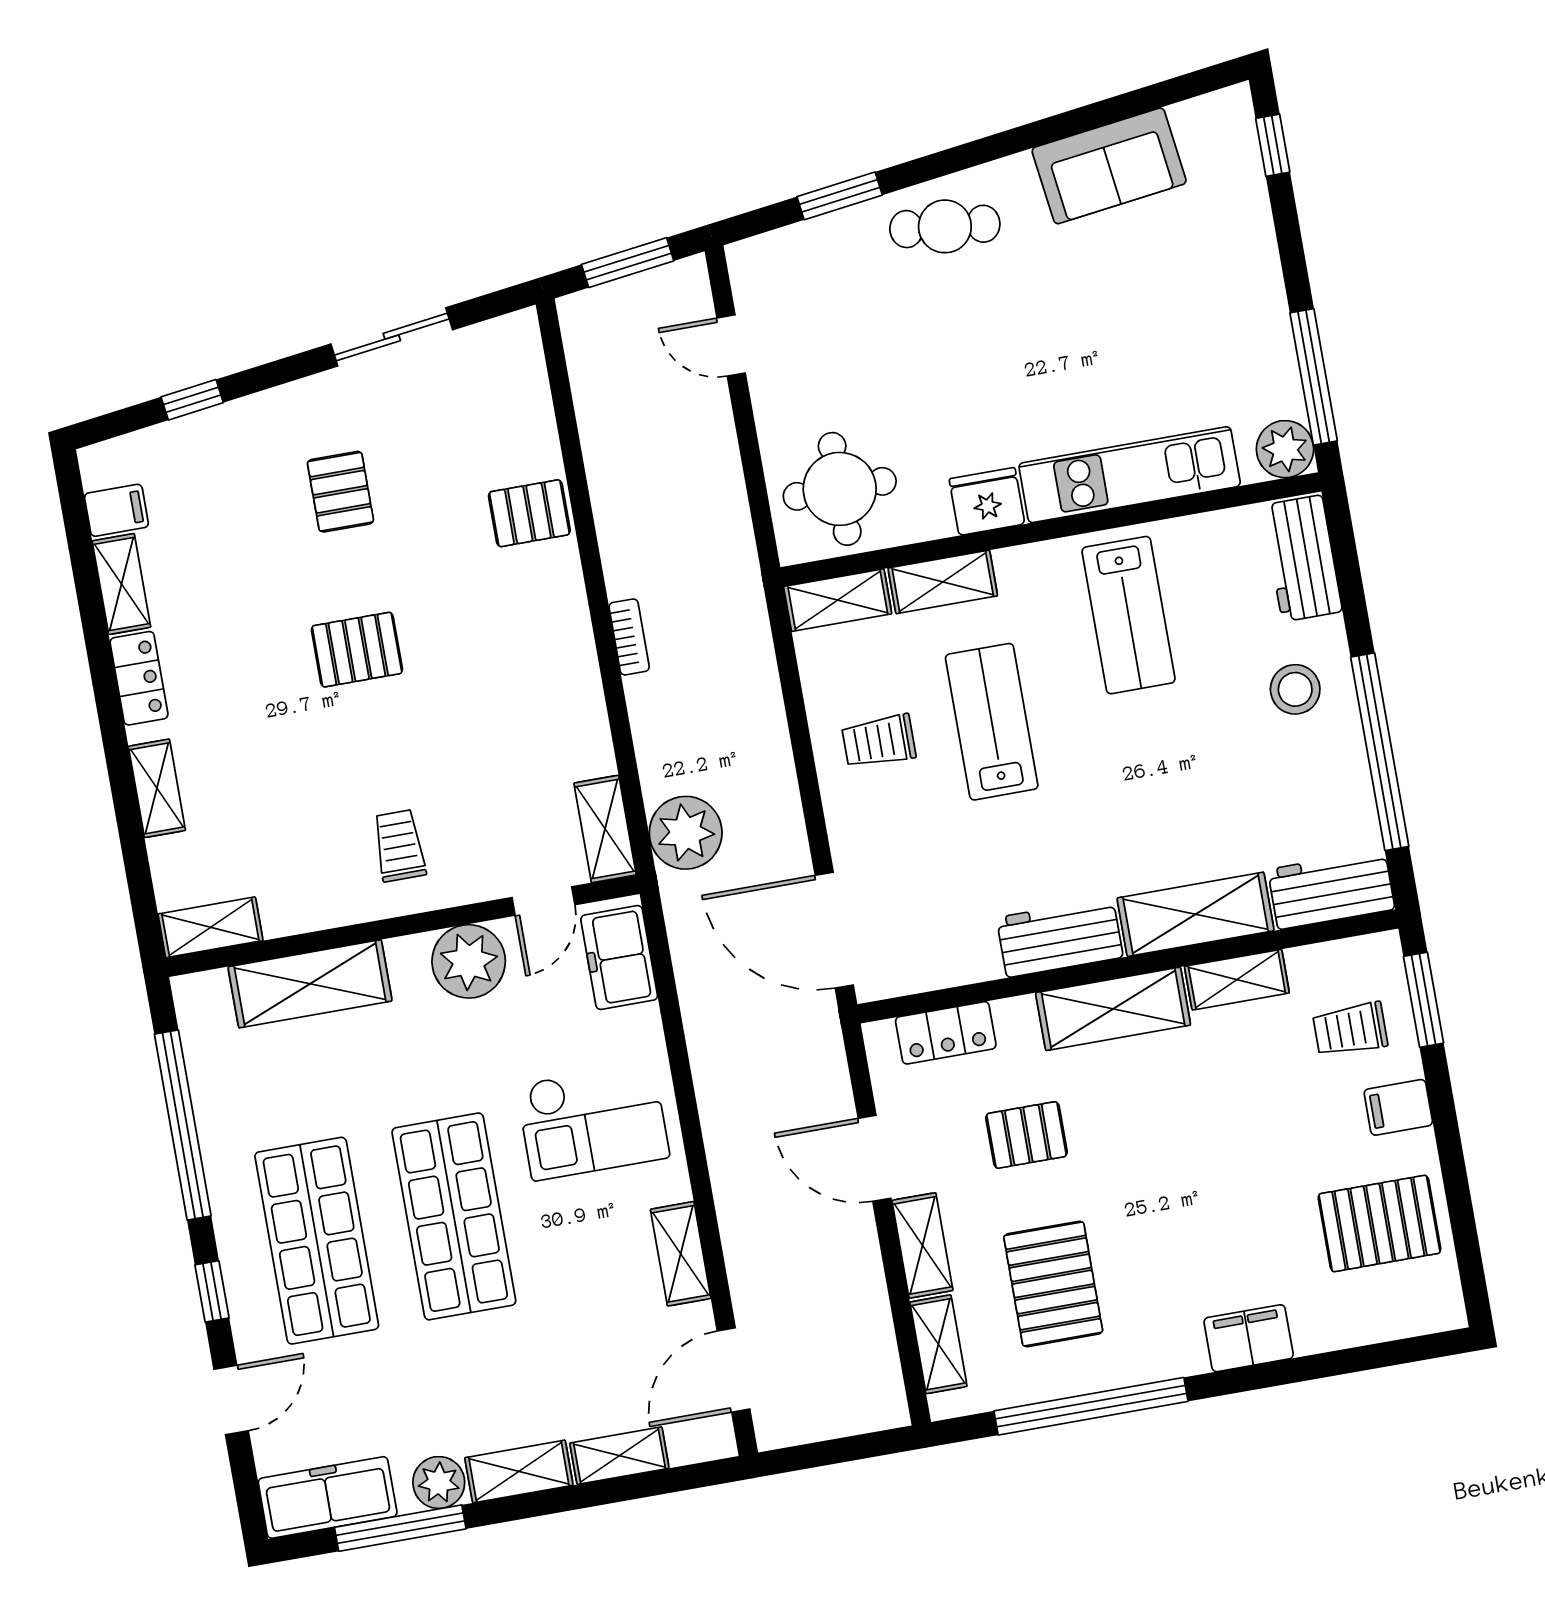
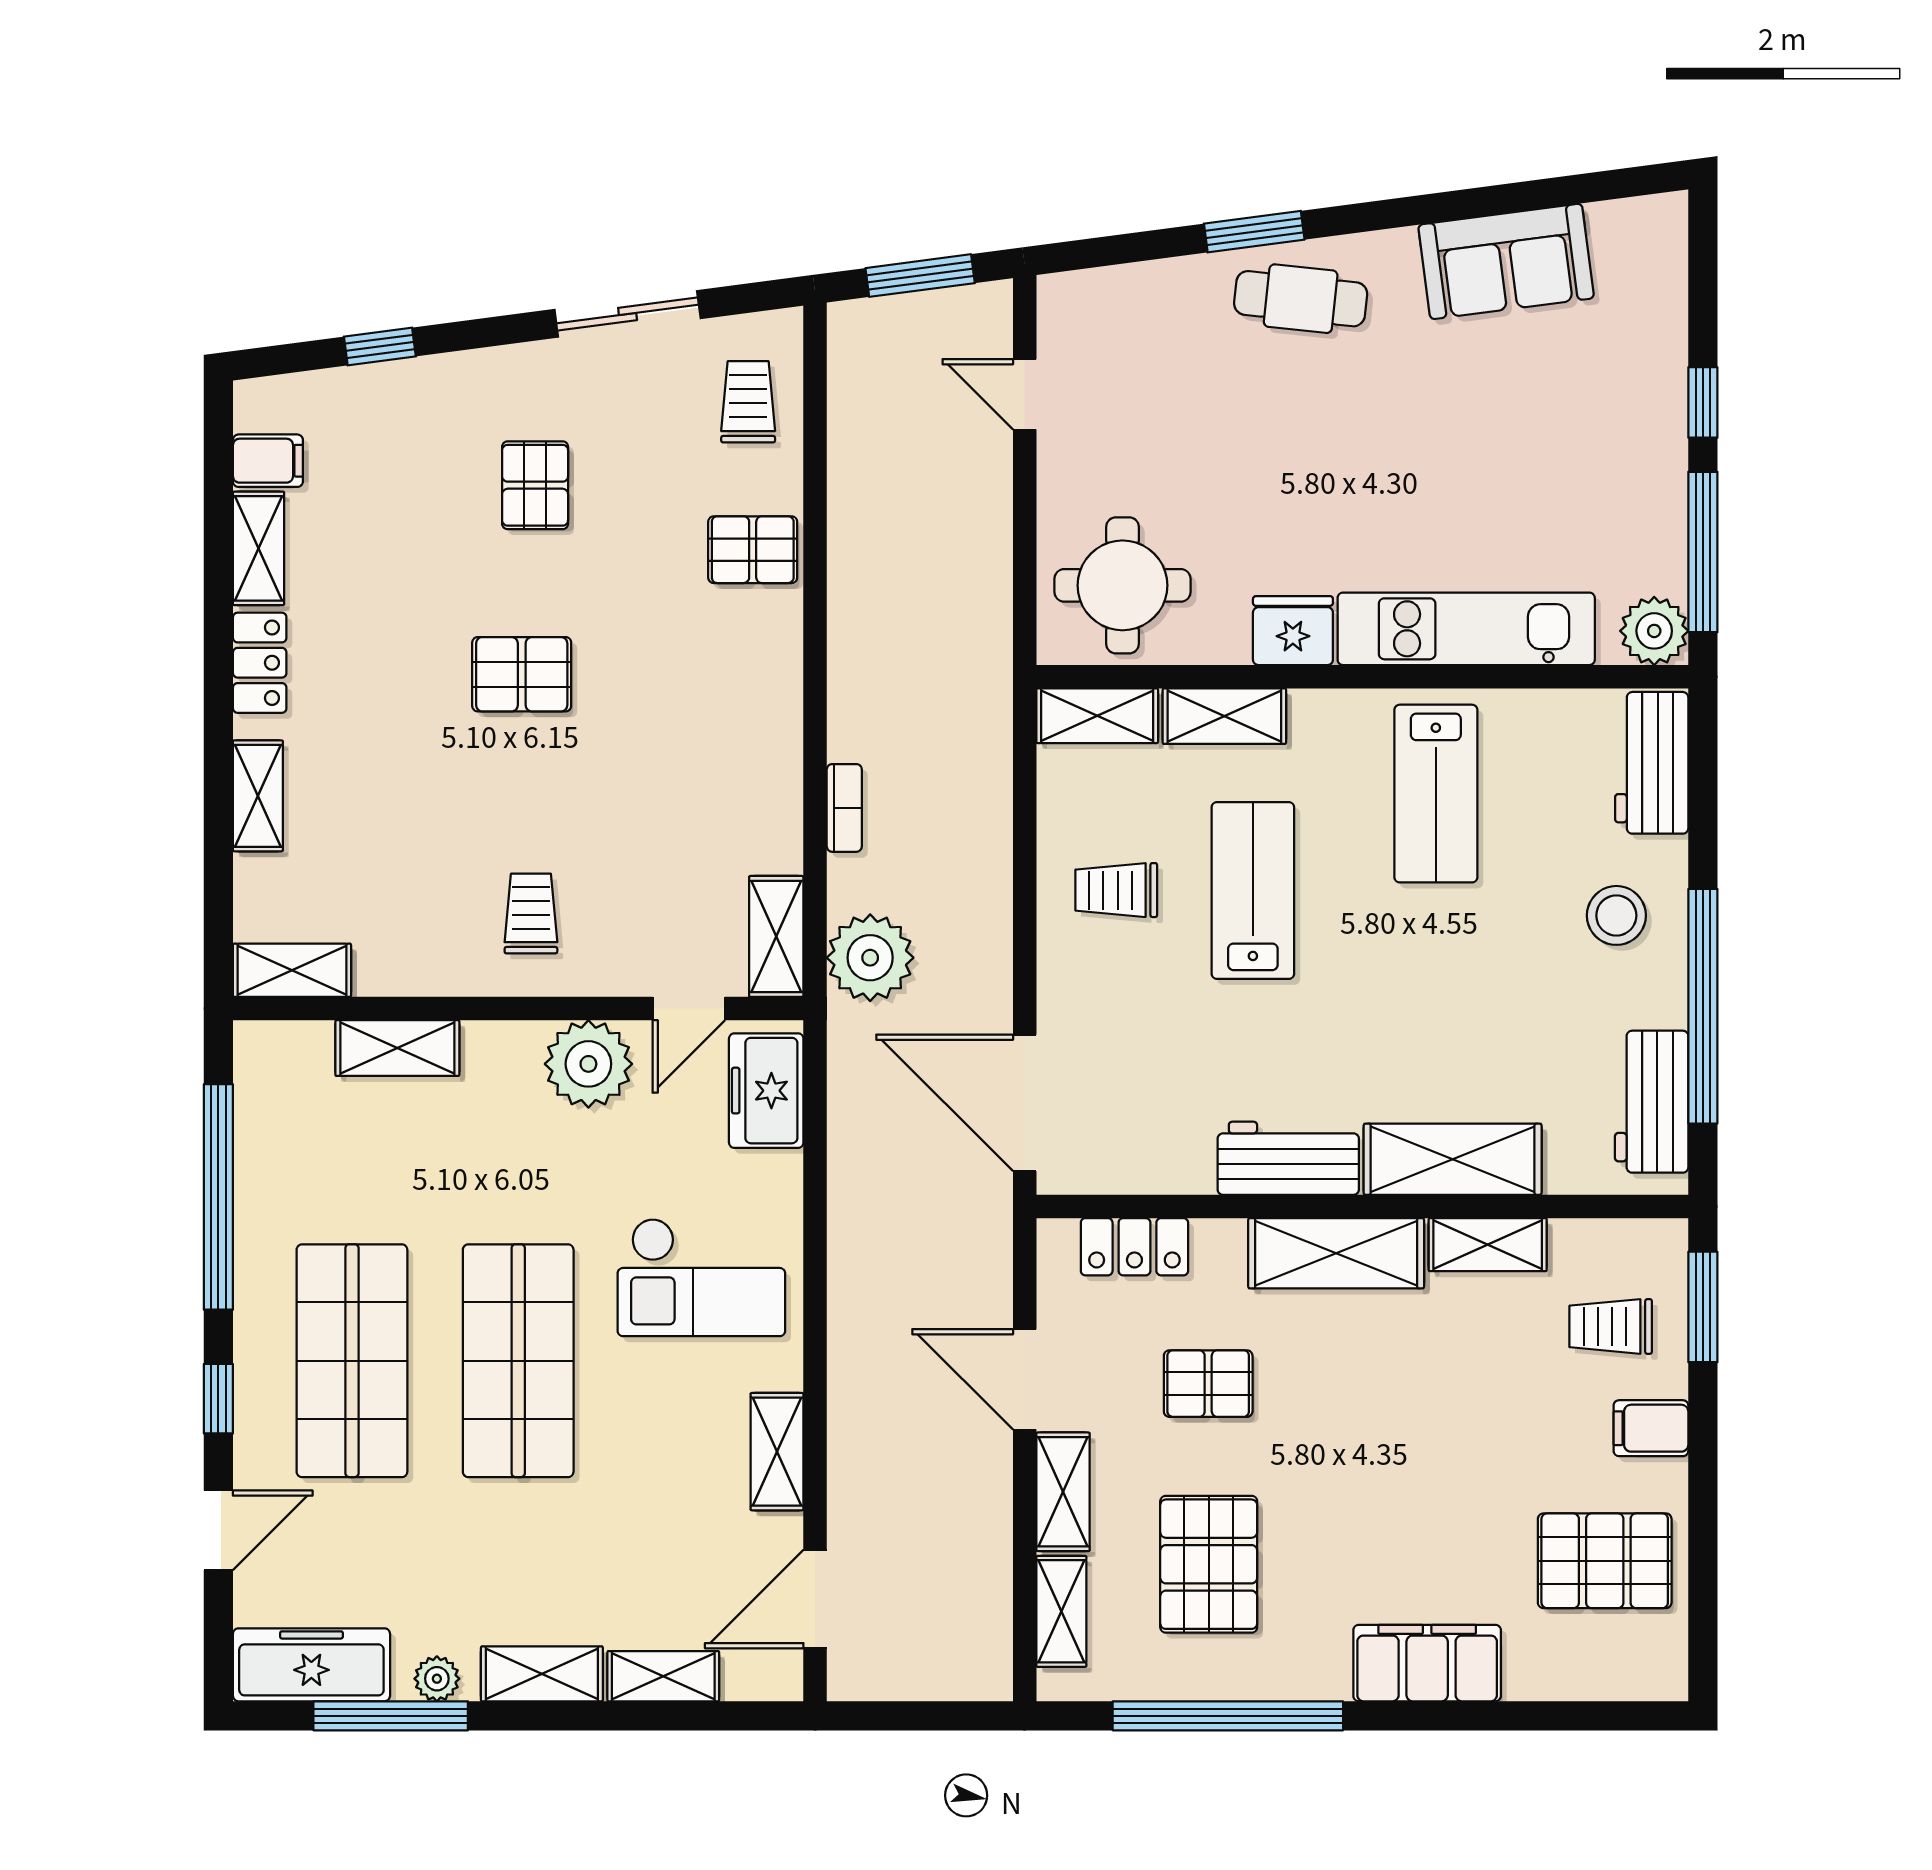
window: (1273, 145) -> (1703, 402), moved
window: (840, 196) -> (1254, 232), moved
trolley: (504, 392) -> (748, 402), added
bookcase: (629, 637) -> (844, 808), moved
workbench: (1331, 889) -> (1652, 1102), moved, turned -90
shelving: (310, 984) -> (397, 1048), width x0.67, depth x0.75
filing cabinet: (1249, 1338) -> (1427, 1663), width x1.50, depth x1.17
plant: (439, 1483) -> (437, 1679), width x0.73, depth x0.73

